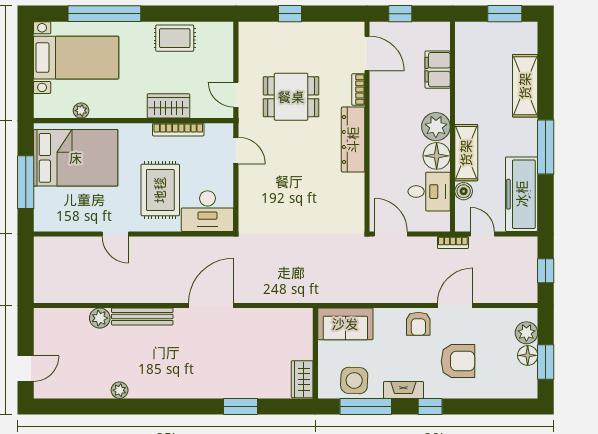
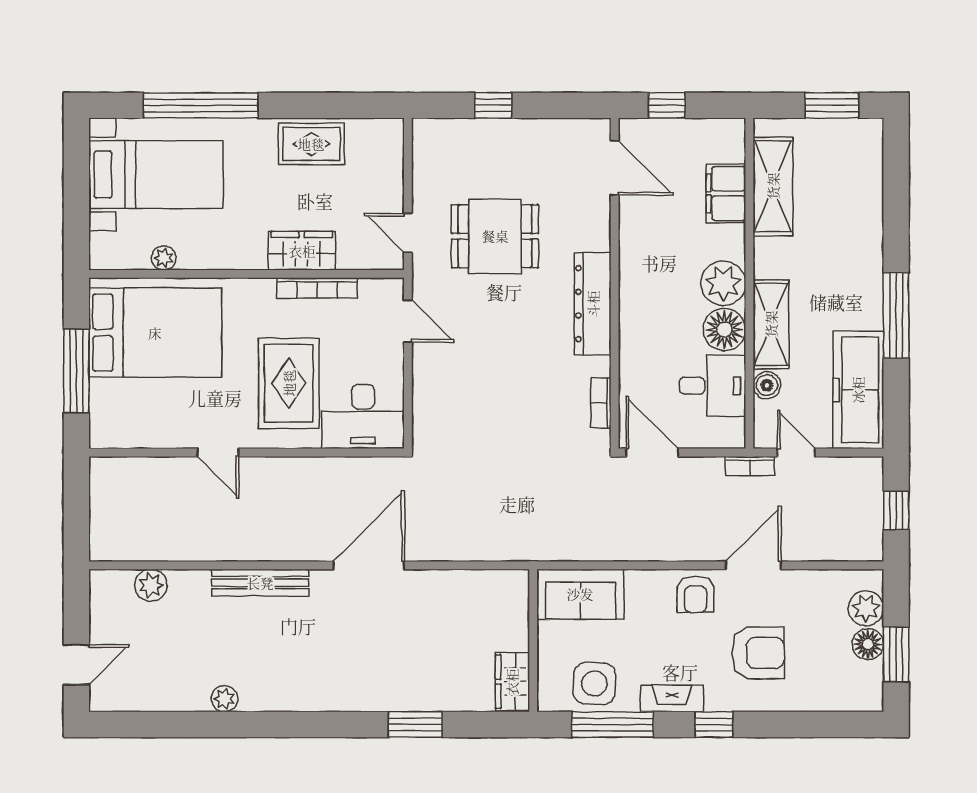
shelving: (525, 86) -> (773, 186), moved
bookcase: (358, 89) -> (601, 403), moved
plant: (100, 318) -> (151, 585), moved

